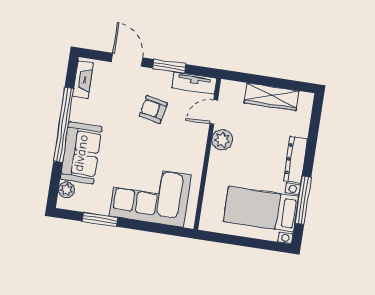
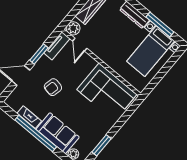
fireplace: (83, 80) -> (29, 117), moved
armchair: (153, 109) -> (53, 87), moved
plant: (222, 140) -> (73, 28), moved
corner sofa: (150, 195) -> (107, 92), moved, turned -90

